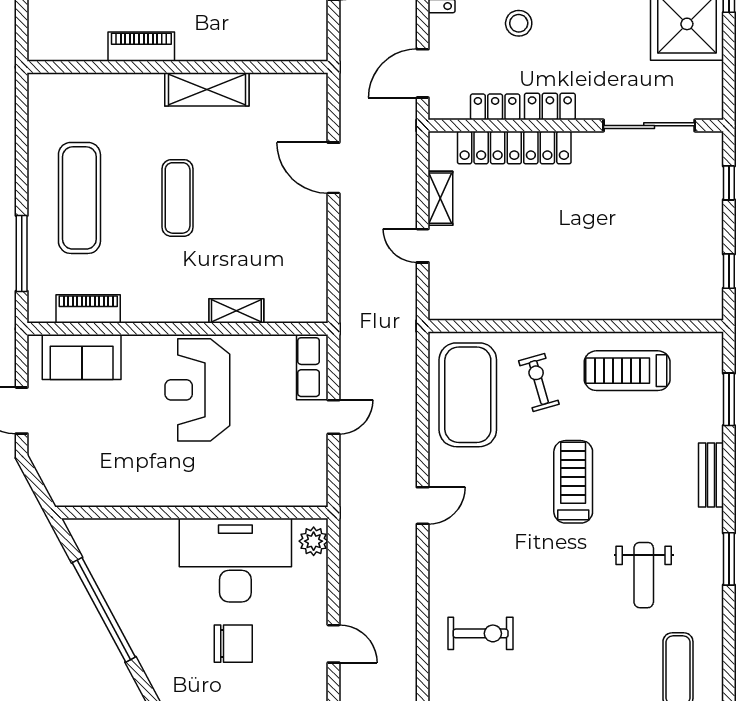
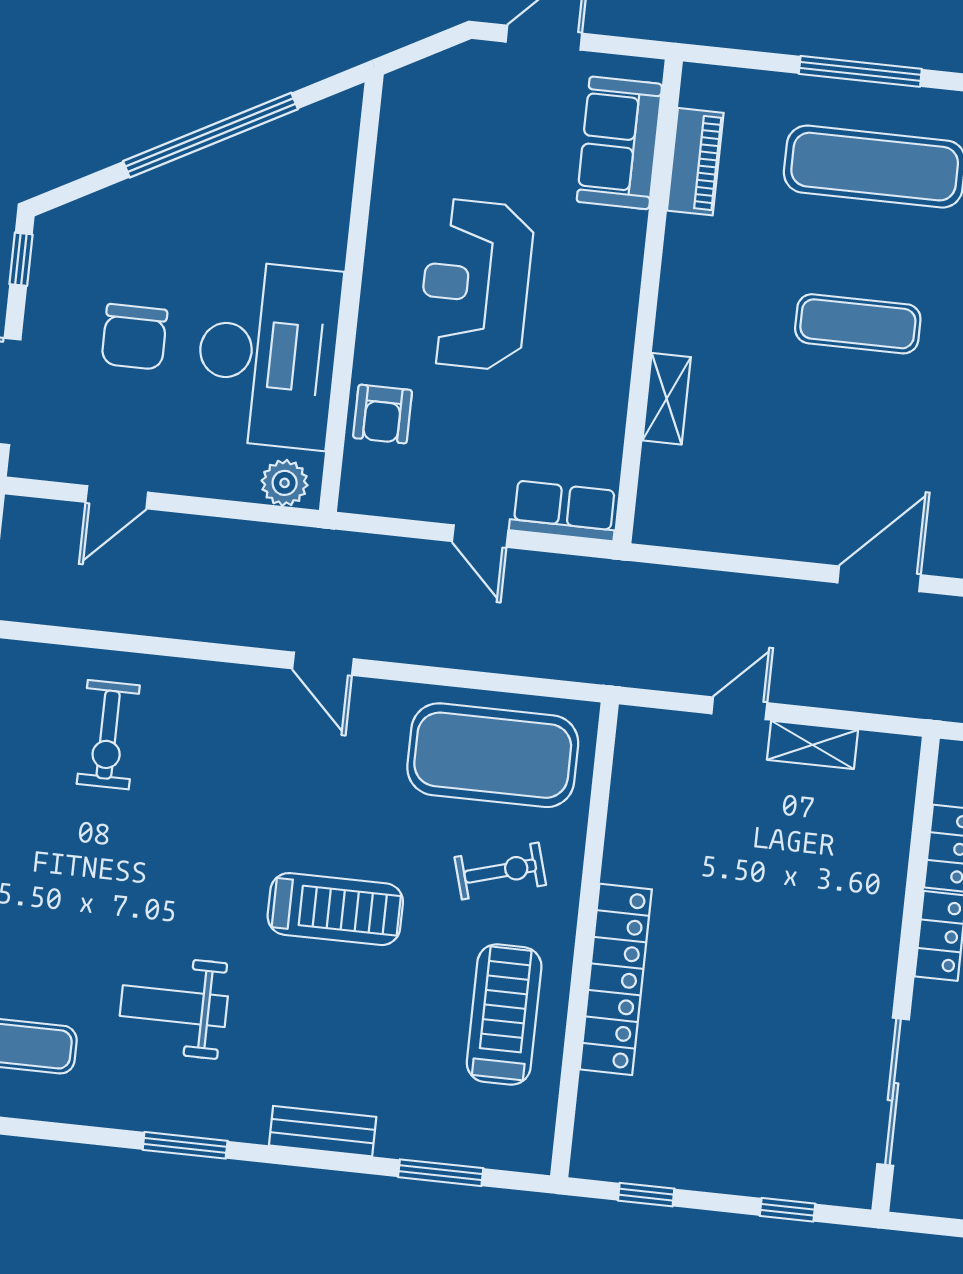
locker: (514, 148) -> (616, 979), moved, turned 180
window: (22, 253) -> (860, 71), moved
reception desk: (197, 390) -> (476, 285), moved, turned -90
armchair: (265, 485) -> (383, 414), added

